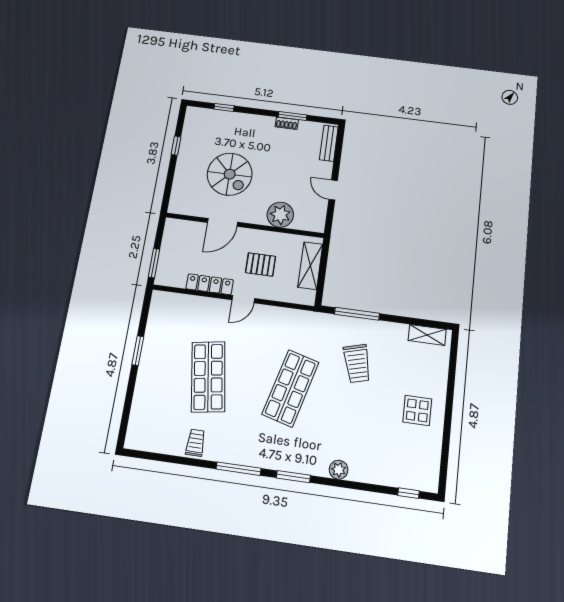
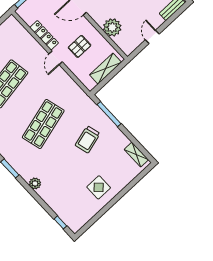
pallet: (260, 264) -> (80, 46), turned 90
door: (243, 299) -> (56, 58), hinge flipped
shop shelf: (290, 388) -> (43, 124), turned -30

